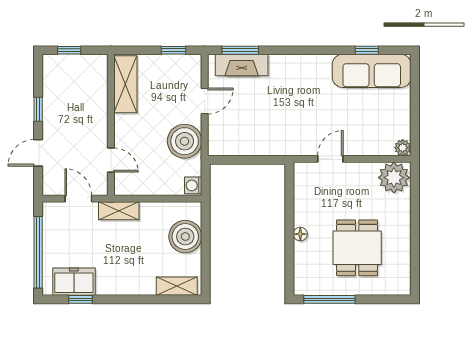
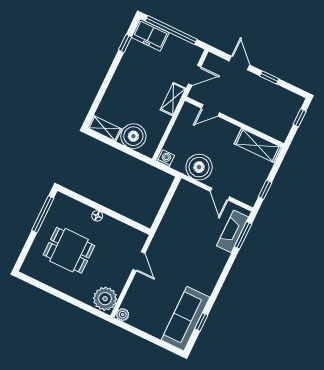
freezer: (74, 282) -> (150, 35), moved, turned 90
shelving: (177, 286) -> (105, 128), moved, turned 90

